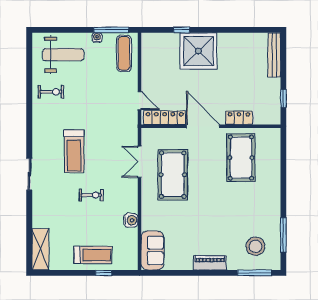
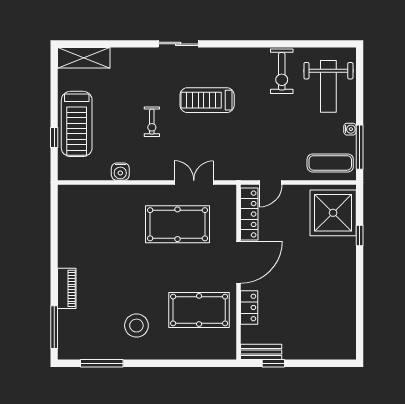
shower: (198, 51) -> (333, 213), moved
bench: (274, 55) -> (261, 352), moved, width x0.73
exercise bike: (51, 92) -> (282, 71), width x1.38, depth x1.39
stool: (255, 246) -> (136, 326), moved
sofa: (152, 250) -> (82, 199), removed
treadmill: (93, 255) -> (77, 124), width x1.37, depth x1.38
piano: (210, 263) -> (67, 288), moved

